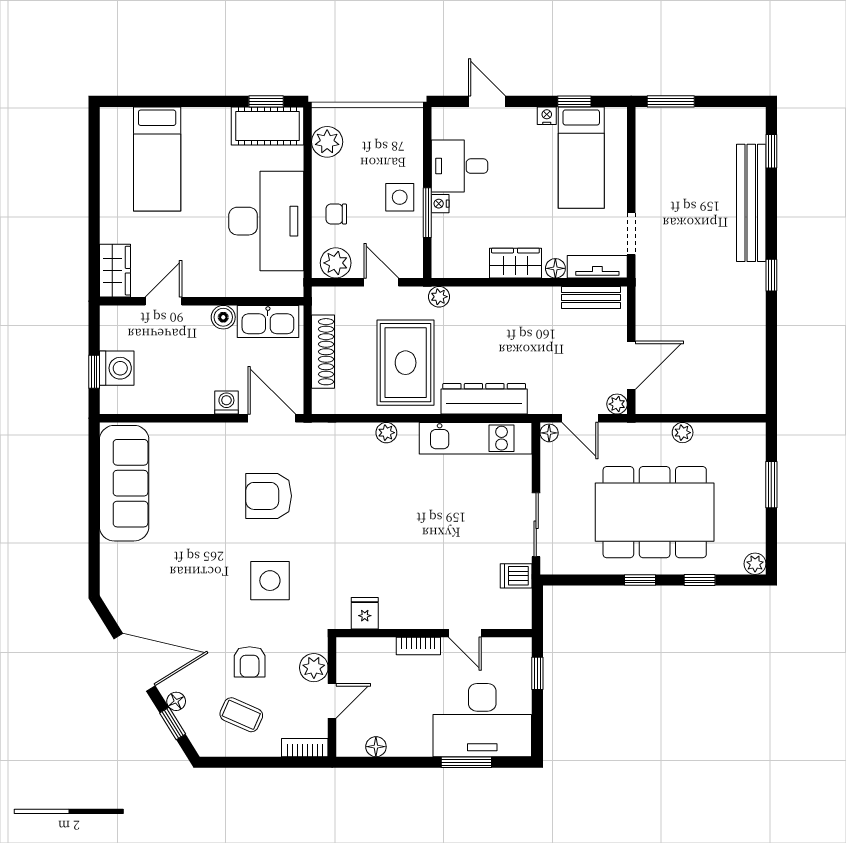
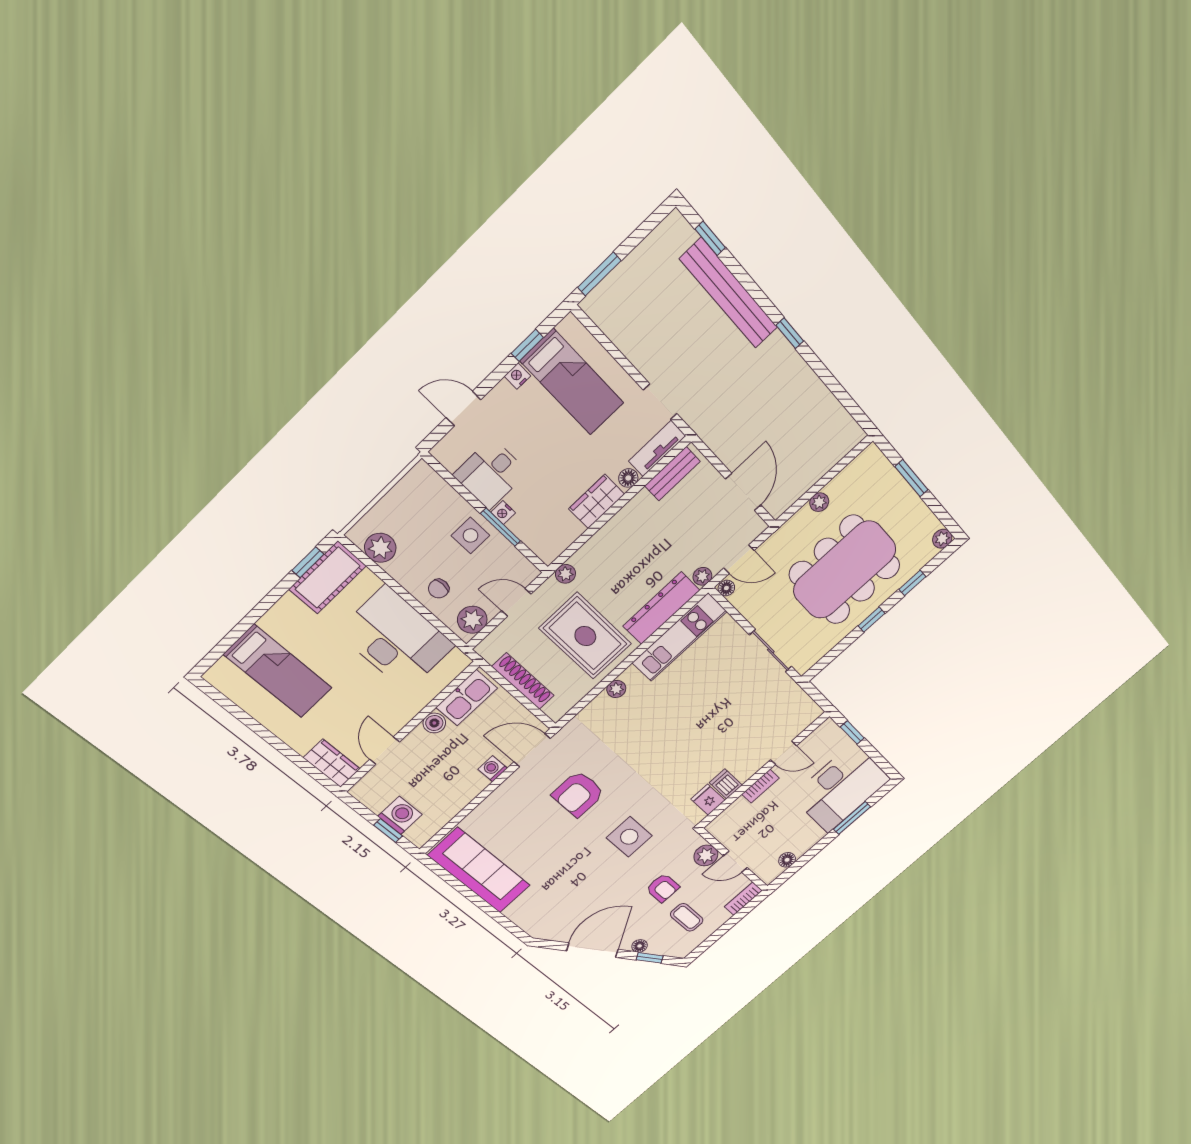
plant: (617, 404) -> (702, 576), moved
dishwasher: (516, 576) -> (726, 784), moved, turned 90
door: (332, 701) -> (735, 862), swing flipped
coffee table: (241, 715) -> (687, 917), turned 66

